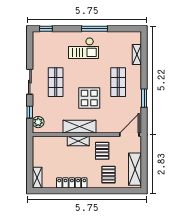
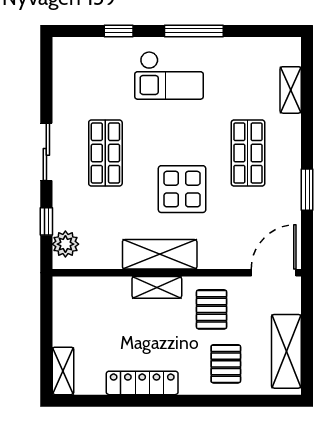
window: (46, 29) -> (119, 31), moved

